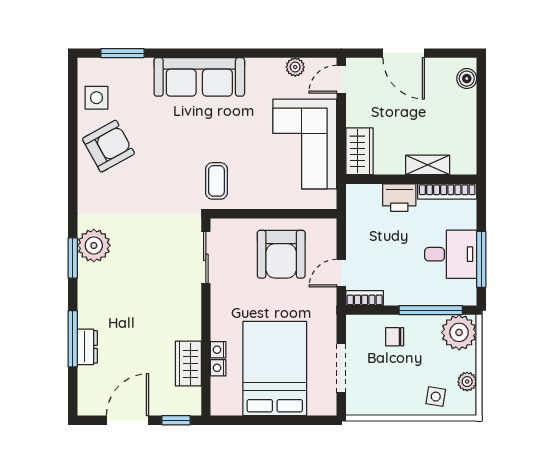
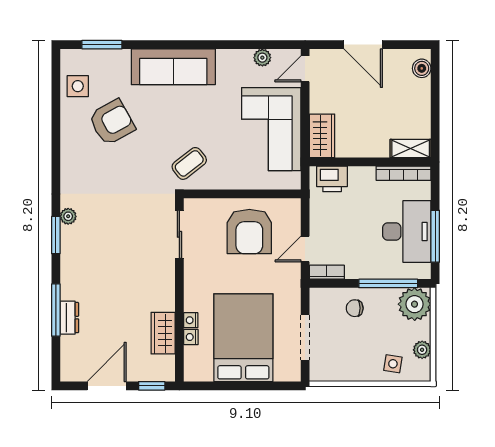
armchair: (108, 146) -> (112, 122), moved
shelving: (428, 165) -> (411, 149), moved
coffee table: (216, 181) -> (189, 163), turned 52
printer: (399, 198) -> (332, 179), moved
plant: (94, 245) -> (68, 216), width x0.53, depth x0.53
desk: (451, 254) -> (407, 232), width x1.37

